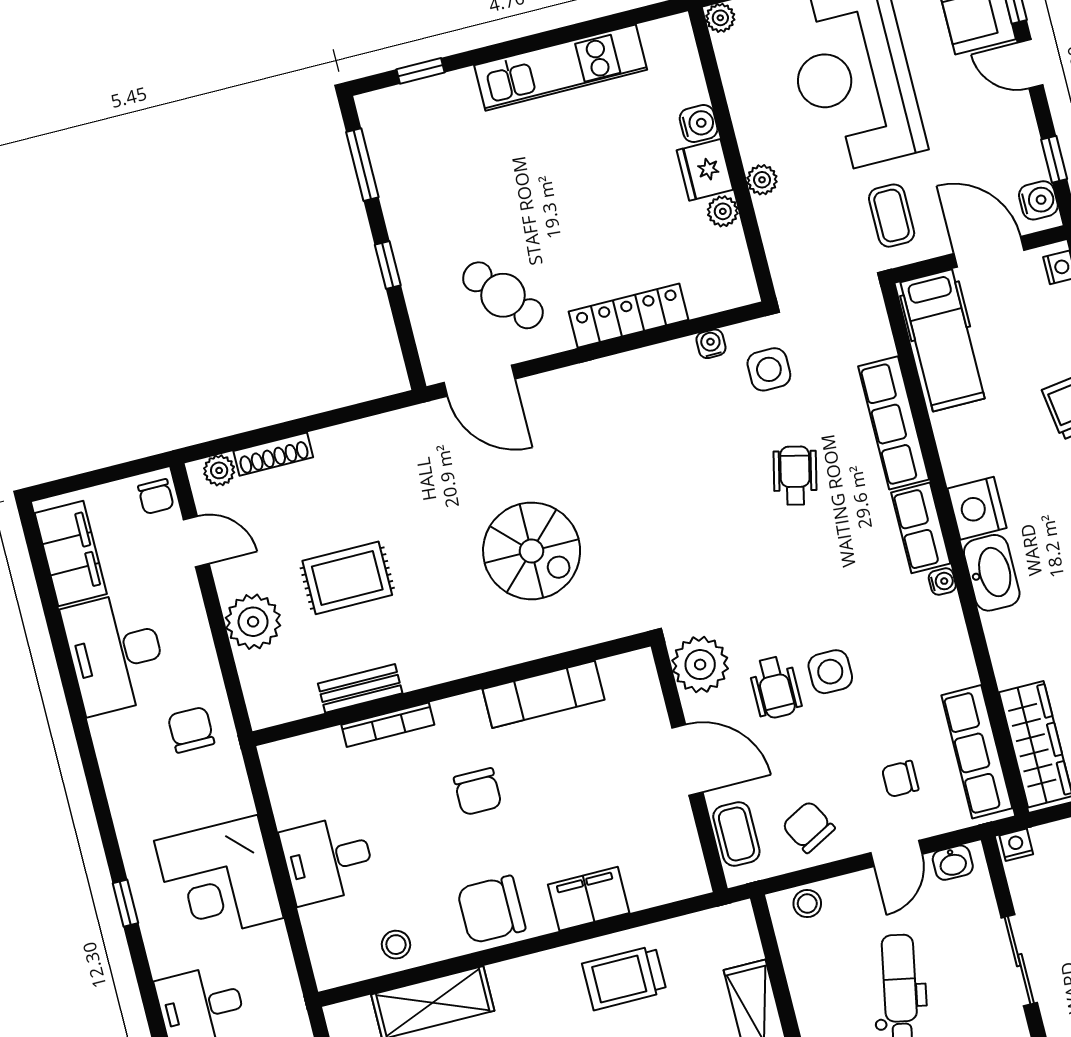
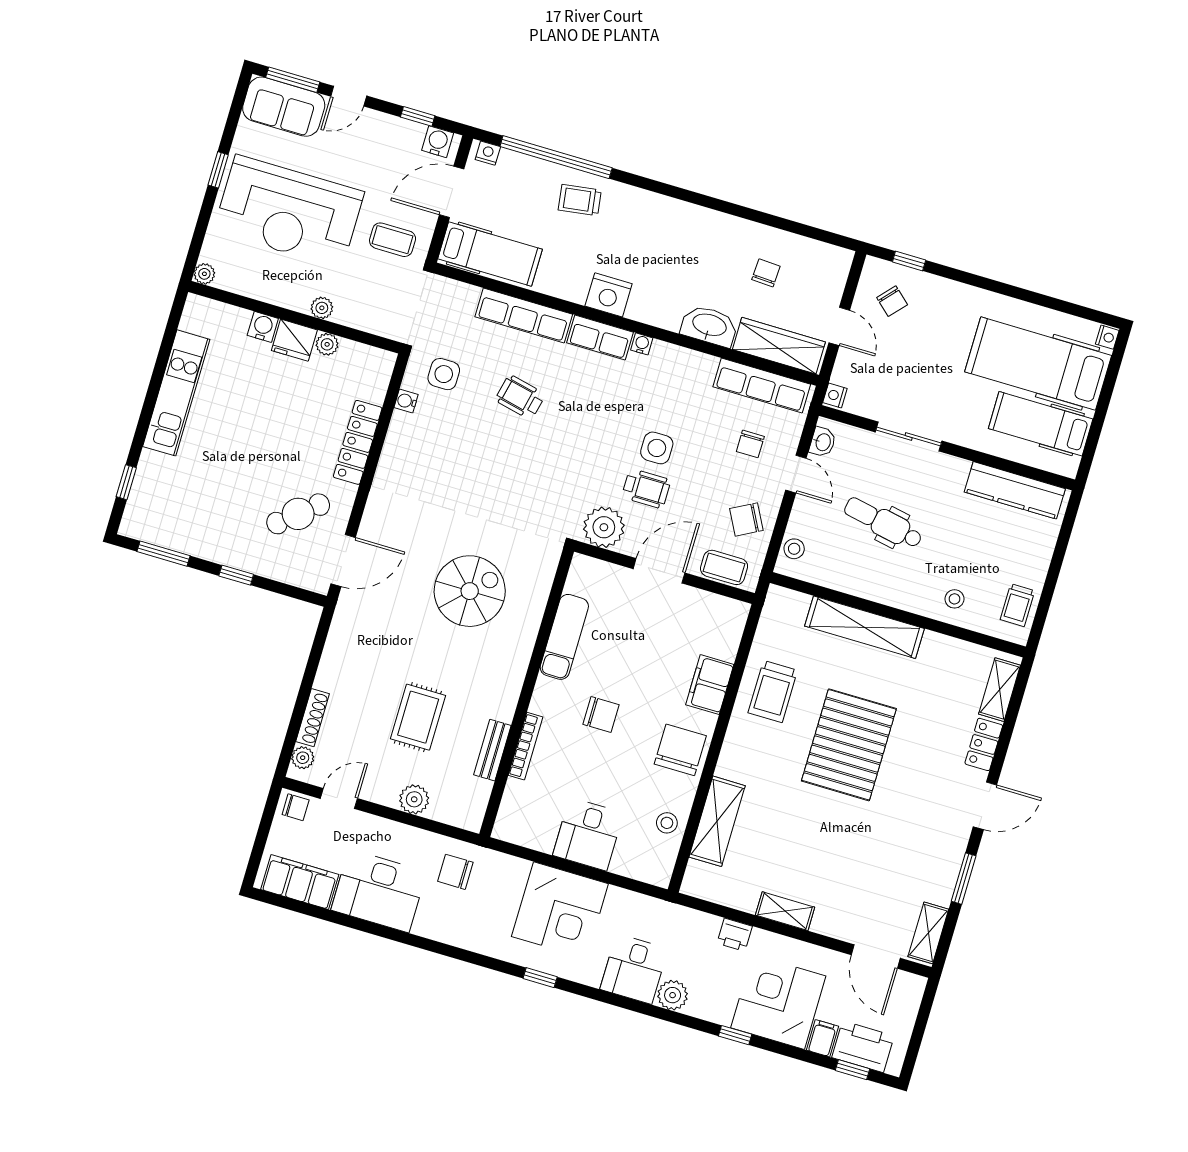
washbasin: (992, 573) -> (709, 326), moved
plant: (253, 622) -> (414, 799), width x0.73, depth x0.73
chair: (491, 910) -> (680, 750), turned 180

